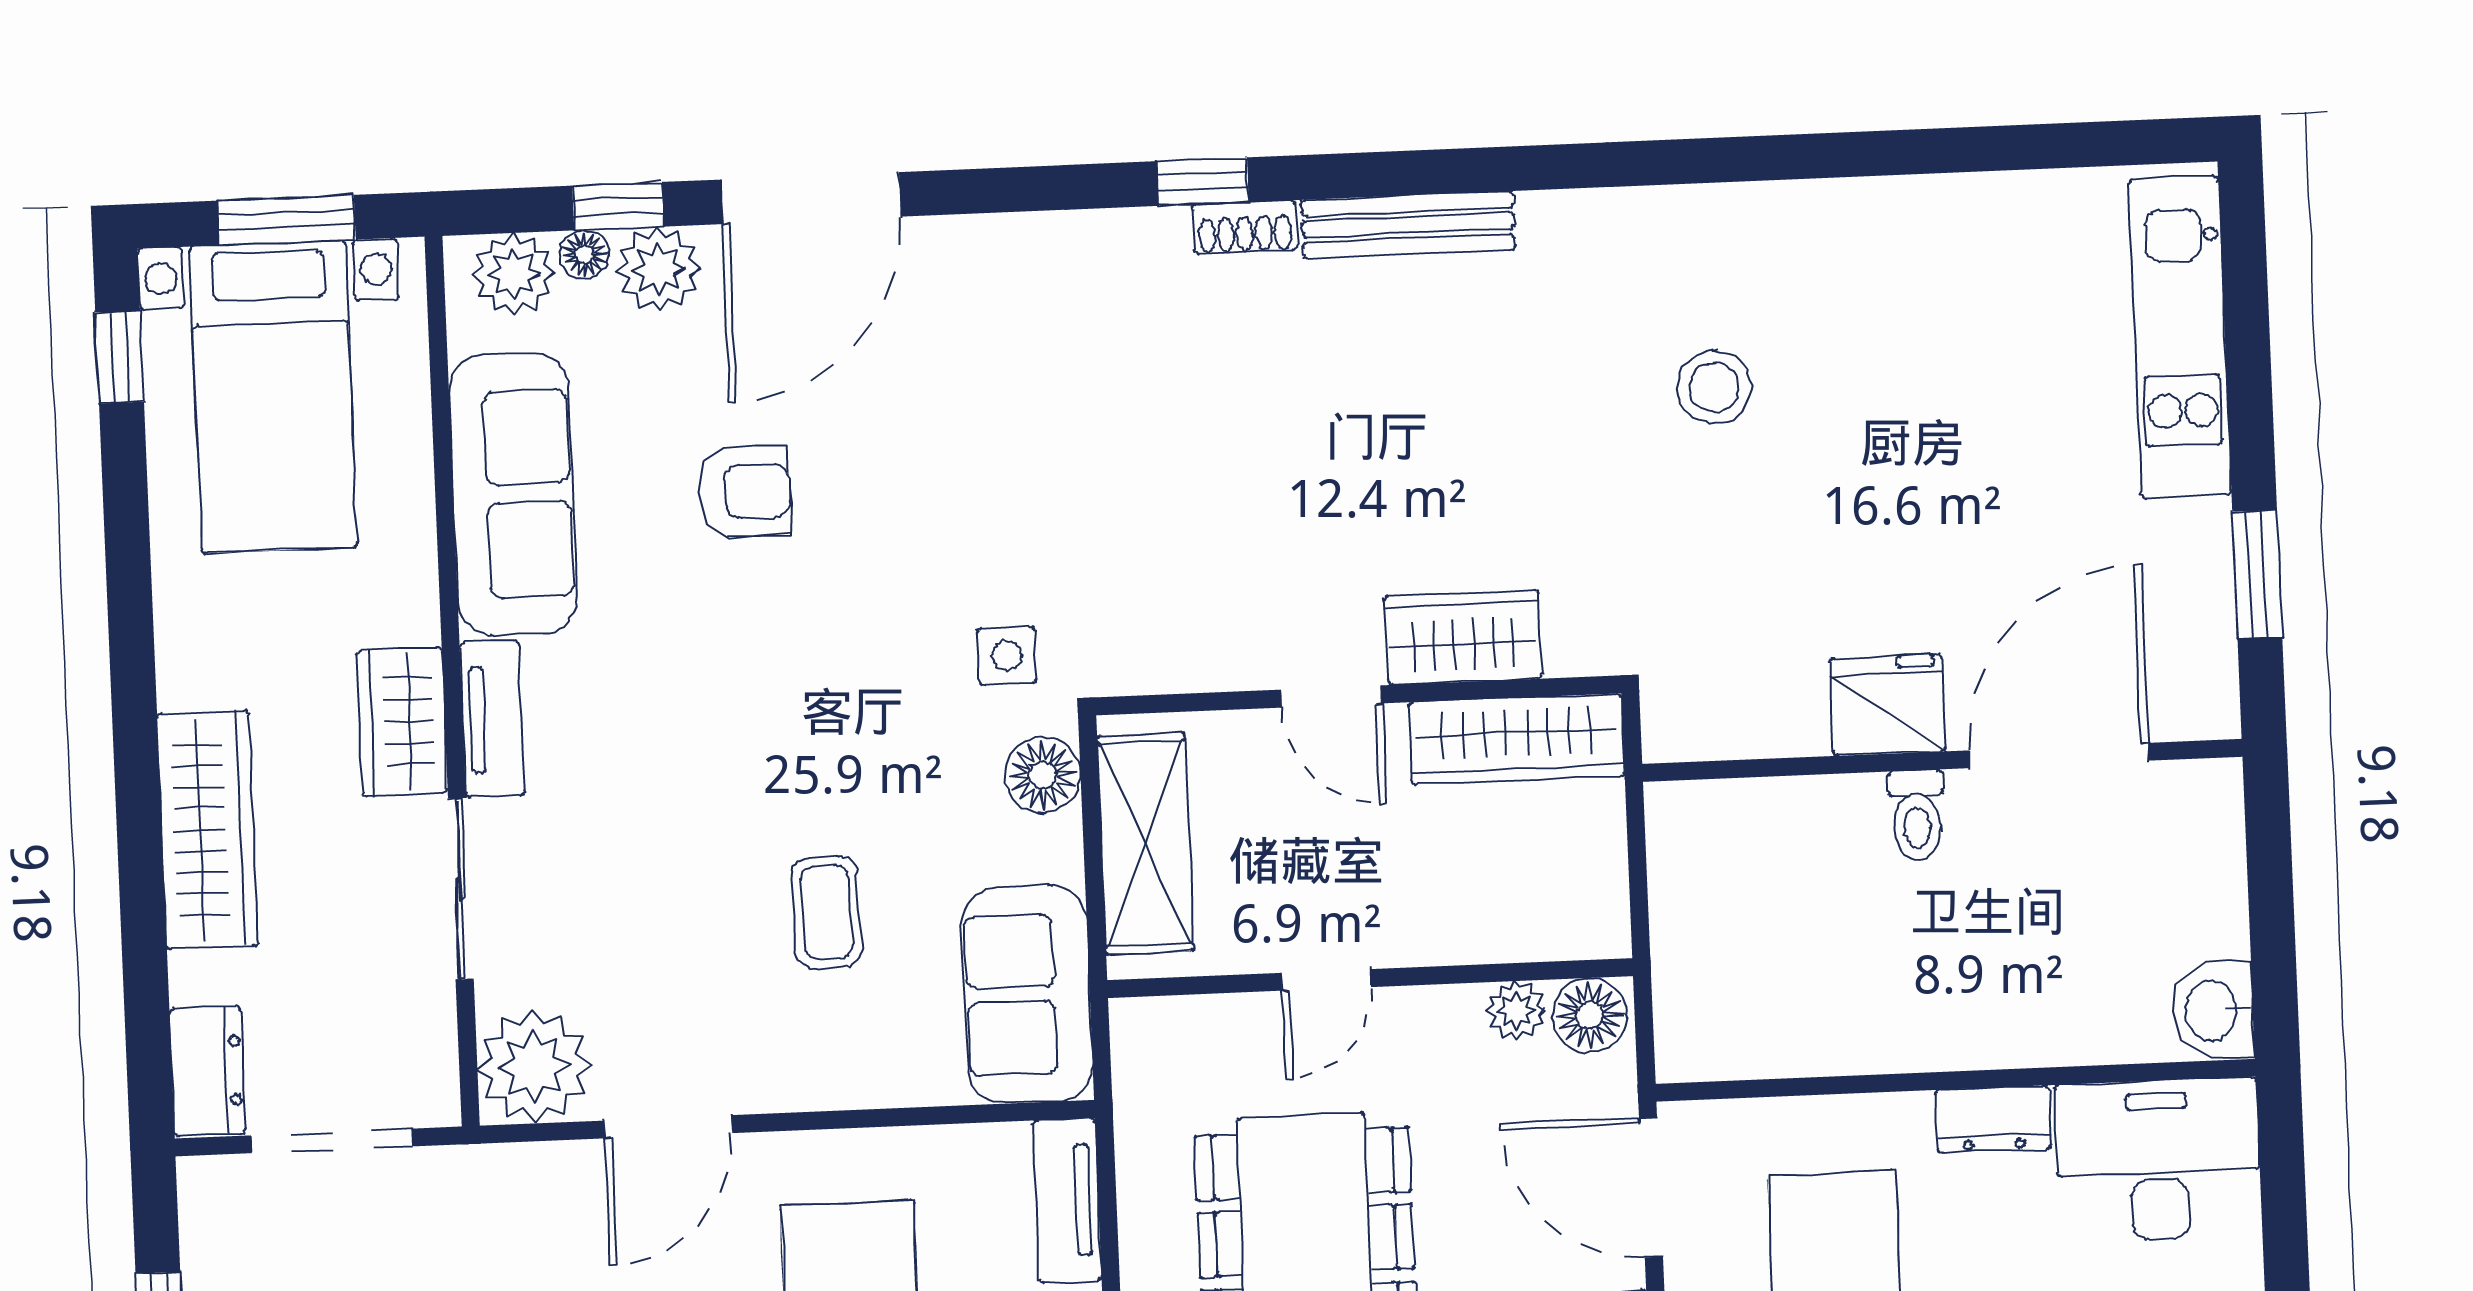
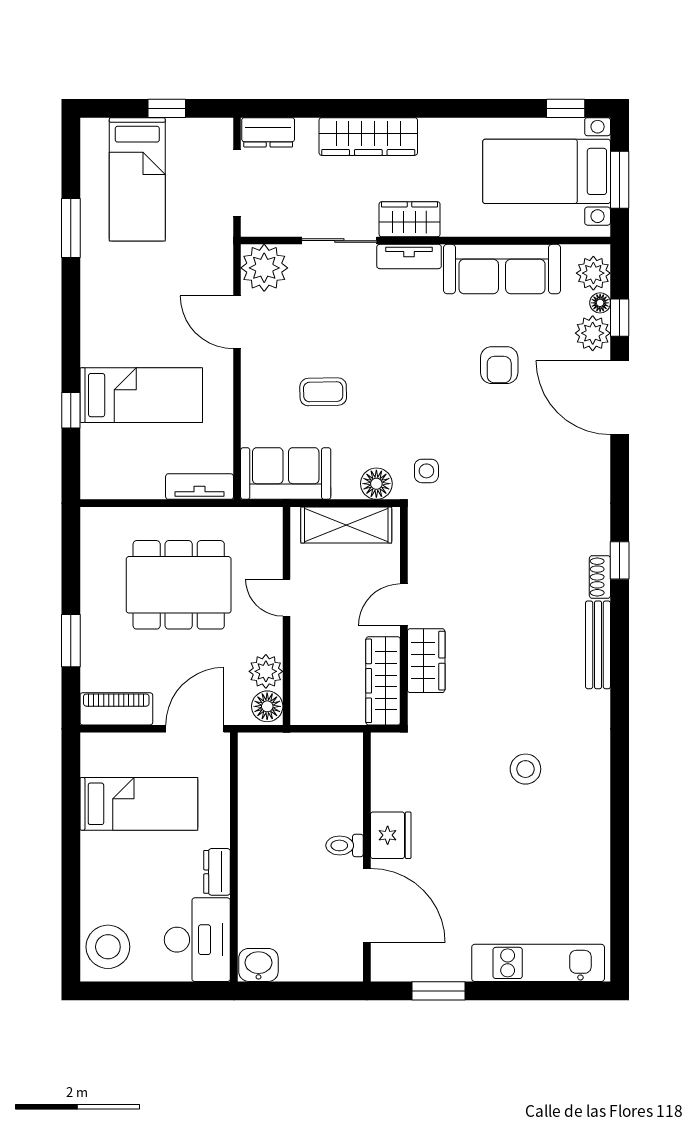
plant: (1516, 1011) -> (266, 671), width x1.38, depth x1.38

